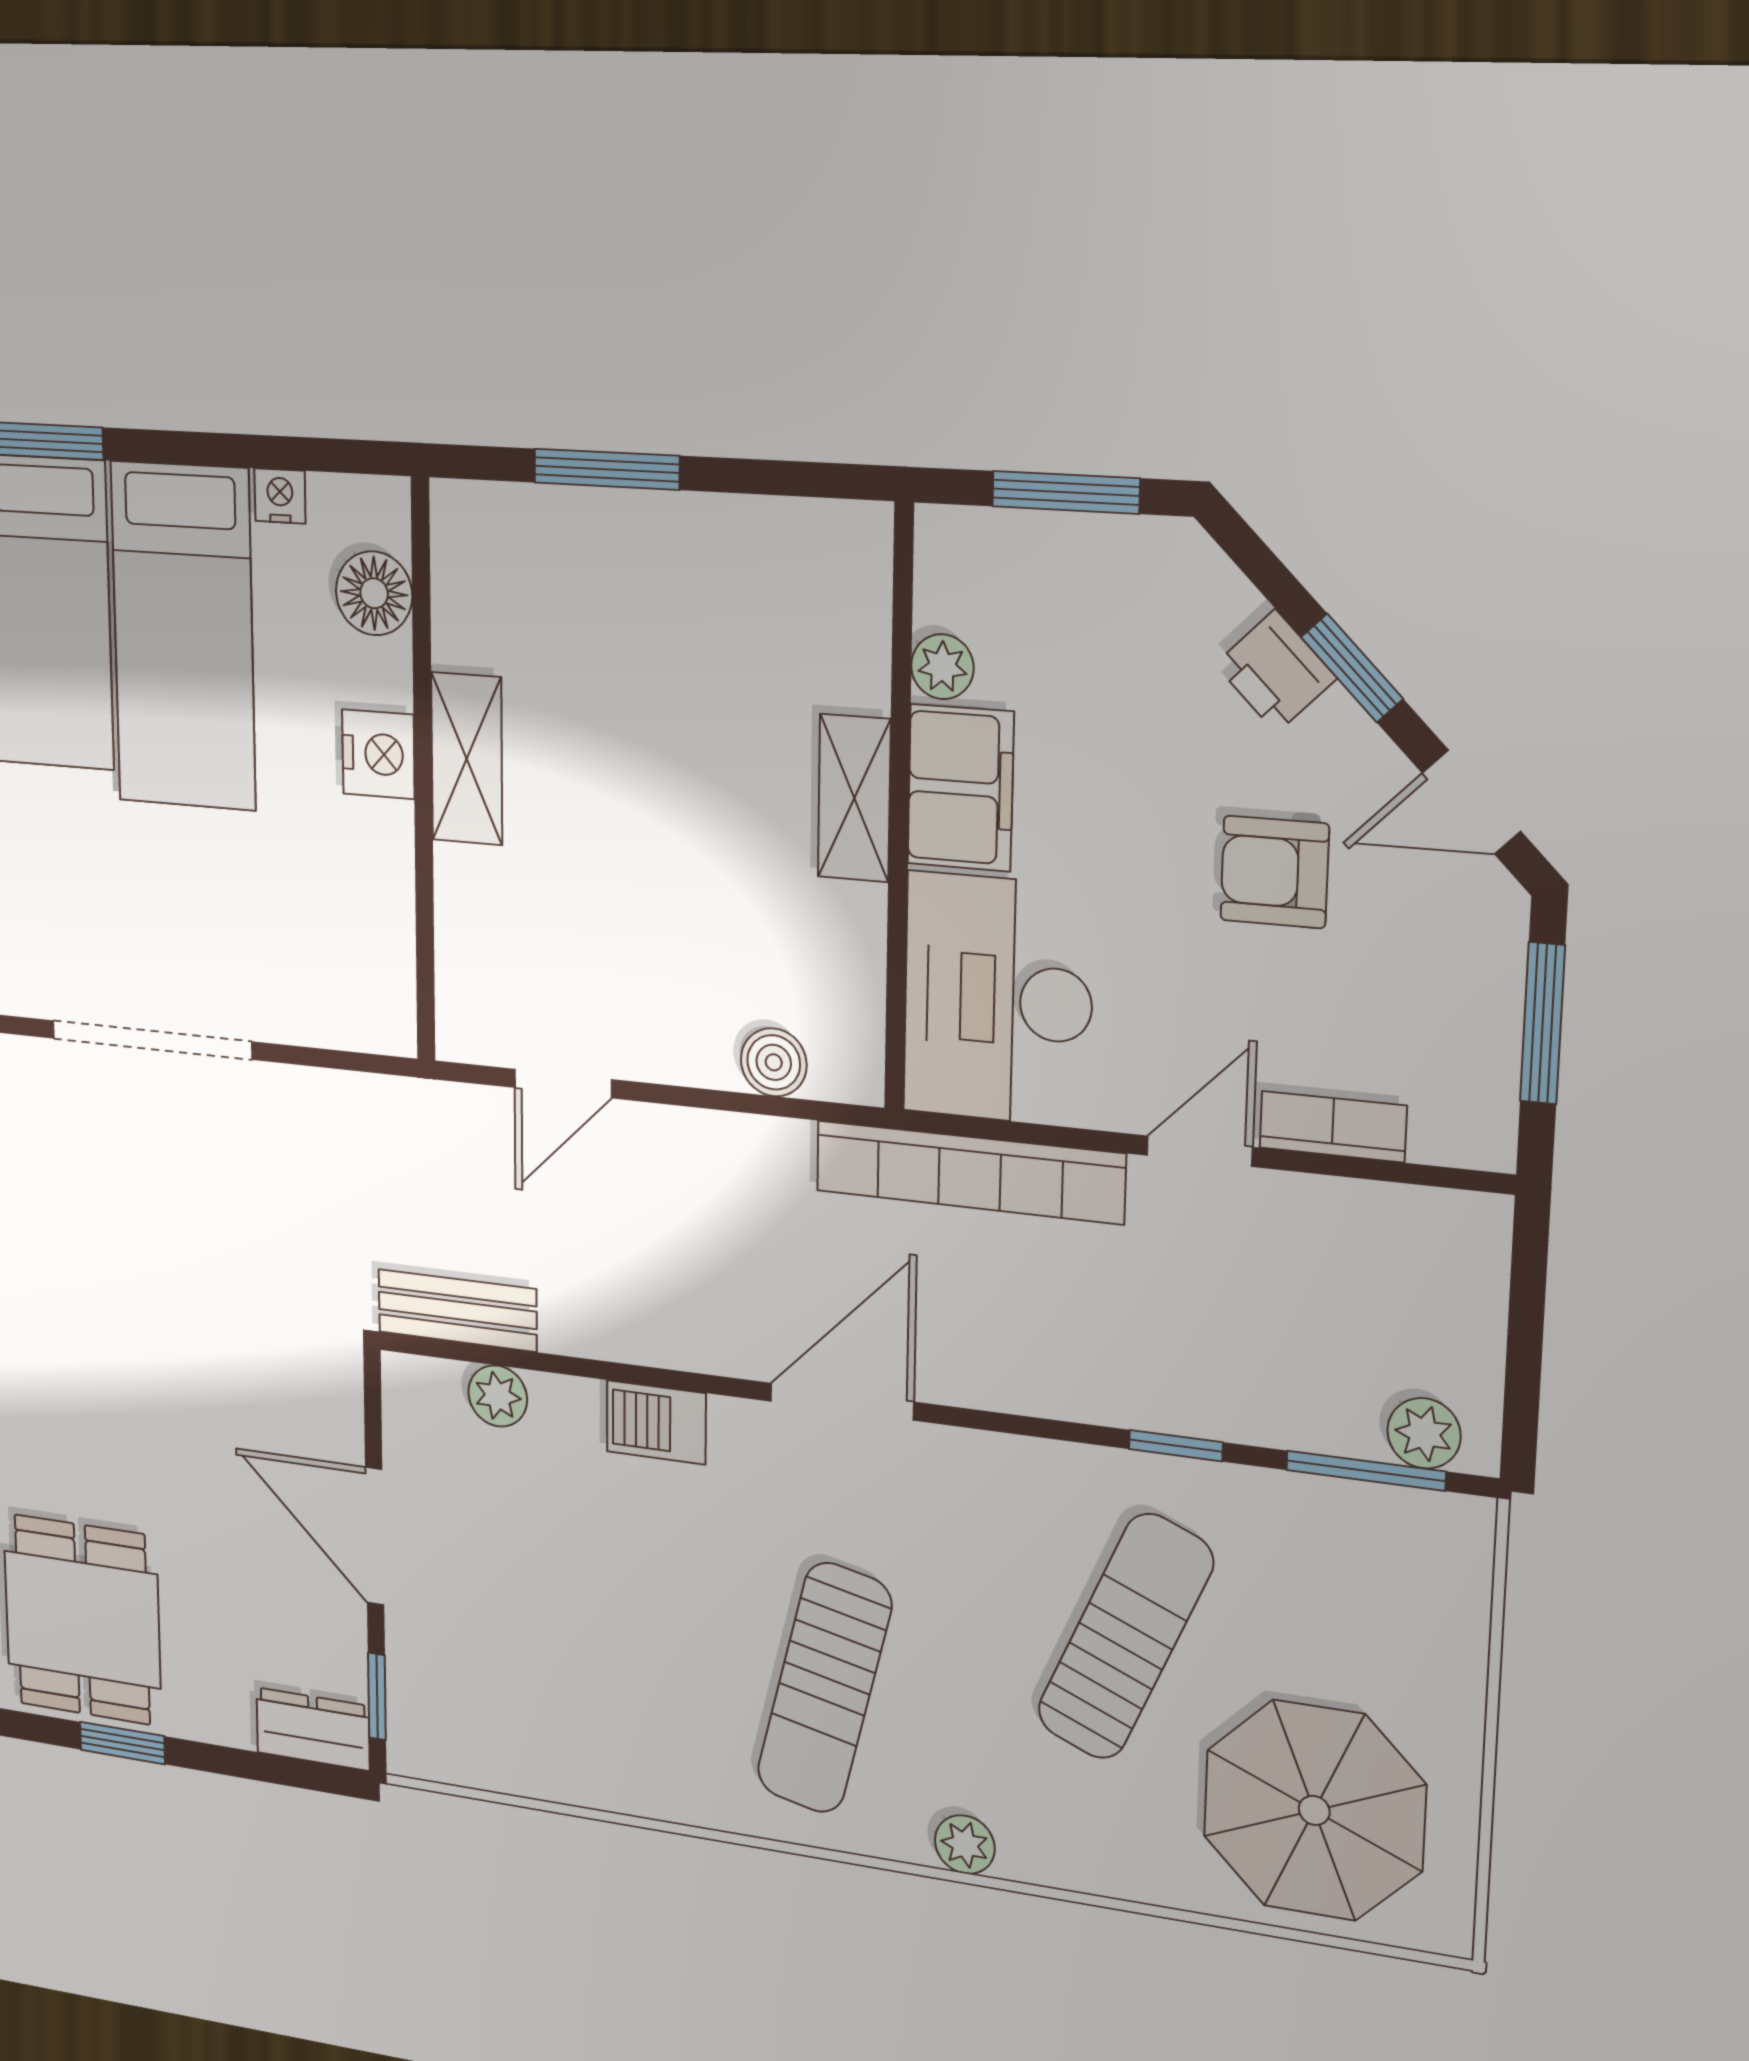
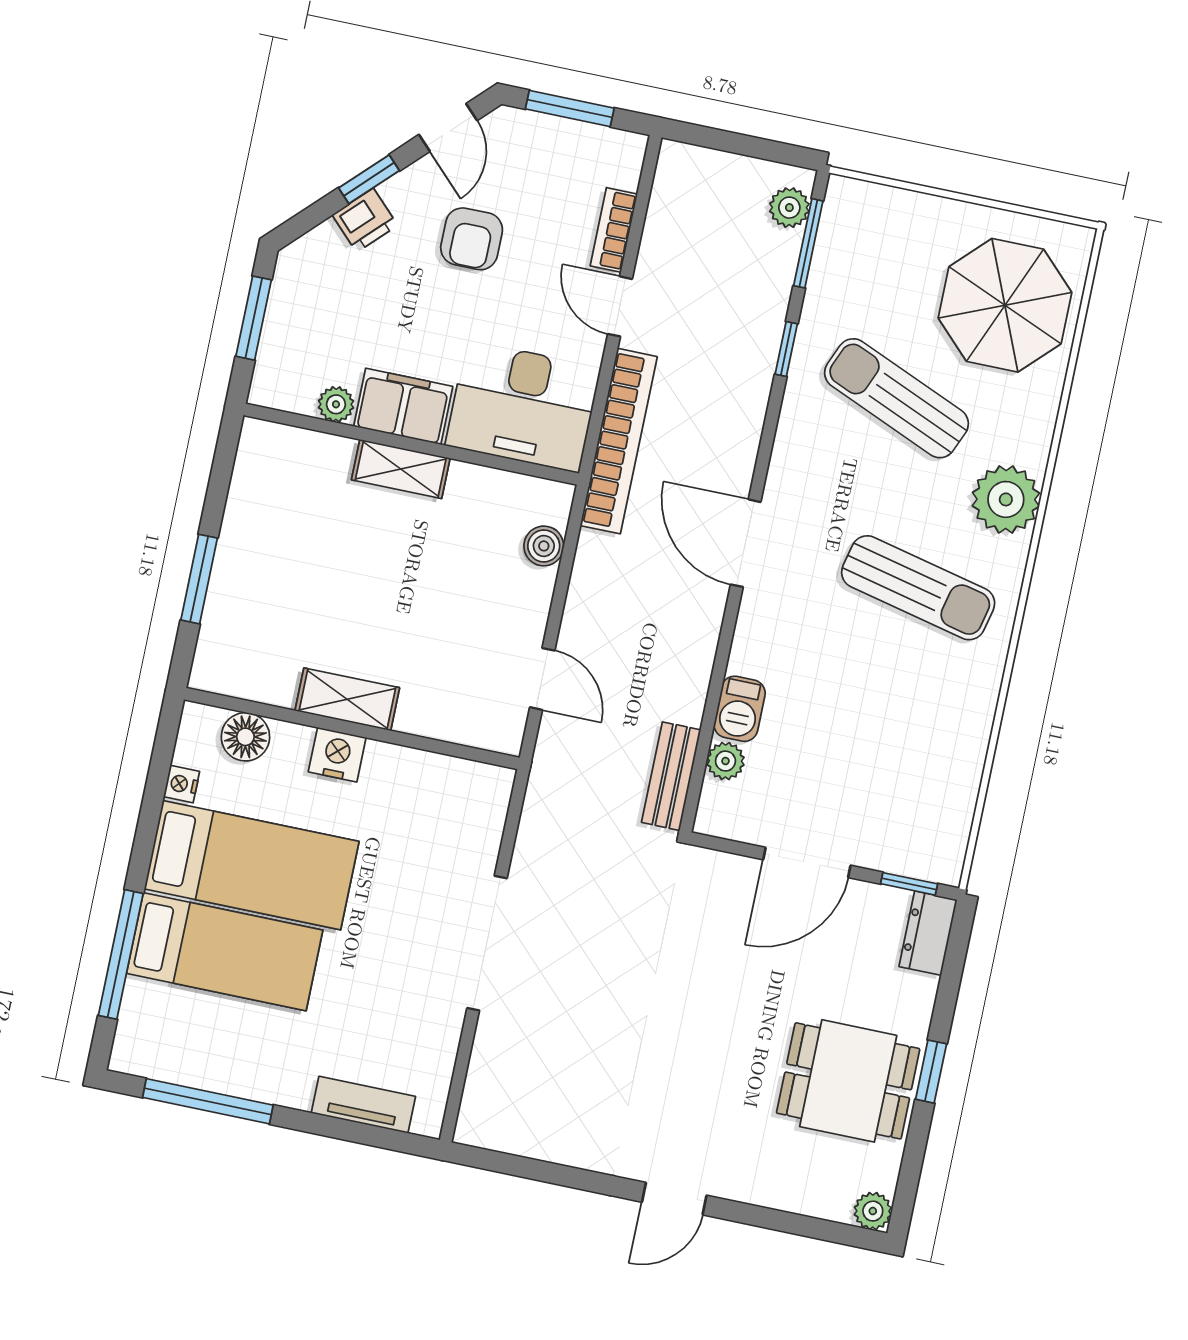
barbecue: (656, 1422) -> (740, 709), moved
plant: (965, 1845) -> (1006, 499), width x1.88, depth x1.88

